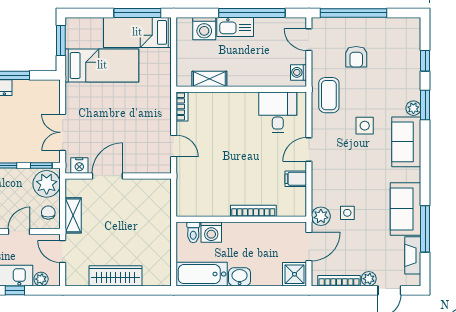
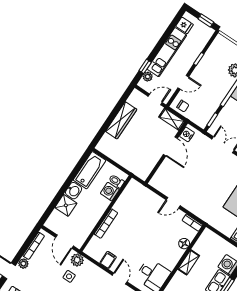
shelving: (209, 79) -> (189, 262), moved
floor lamp: (214, 100) -> (184, 244), added
nightstand: (79, 165) -> (187, 134), moved
door: (107, 176) -> (170, 146), moved
wall: (118, 176) -> (166, 153), moved
plant: (47, 184) -> (200, 116), removed
door: (19, 231) -> (183, 82), hinge flipped
shower: (294, 274) -> (66, 205), moved
window: (15, 290) -> (145, 66), moved

